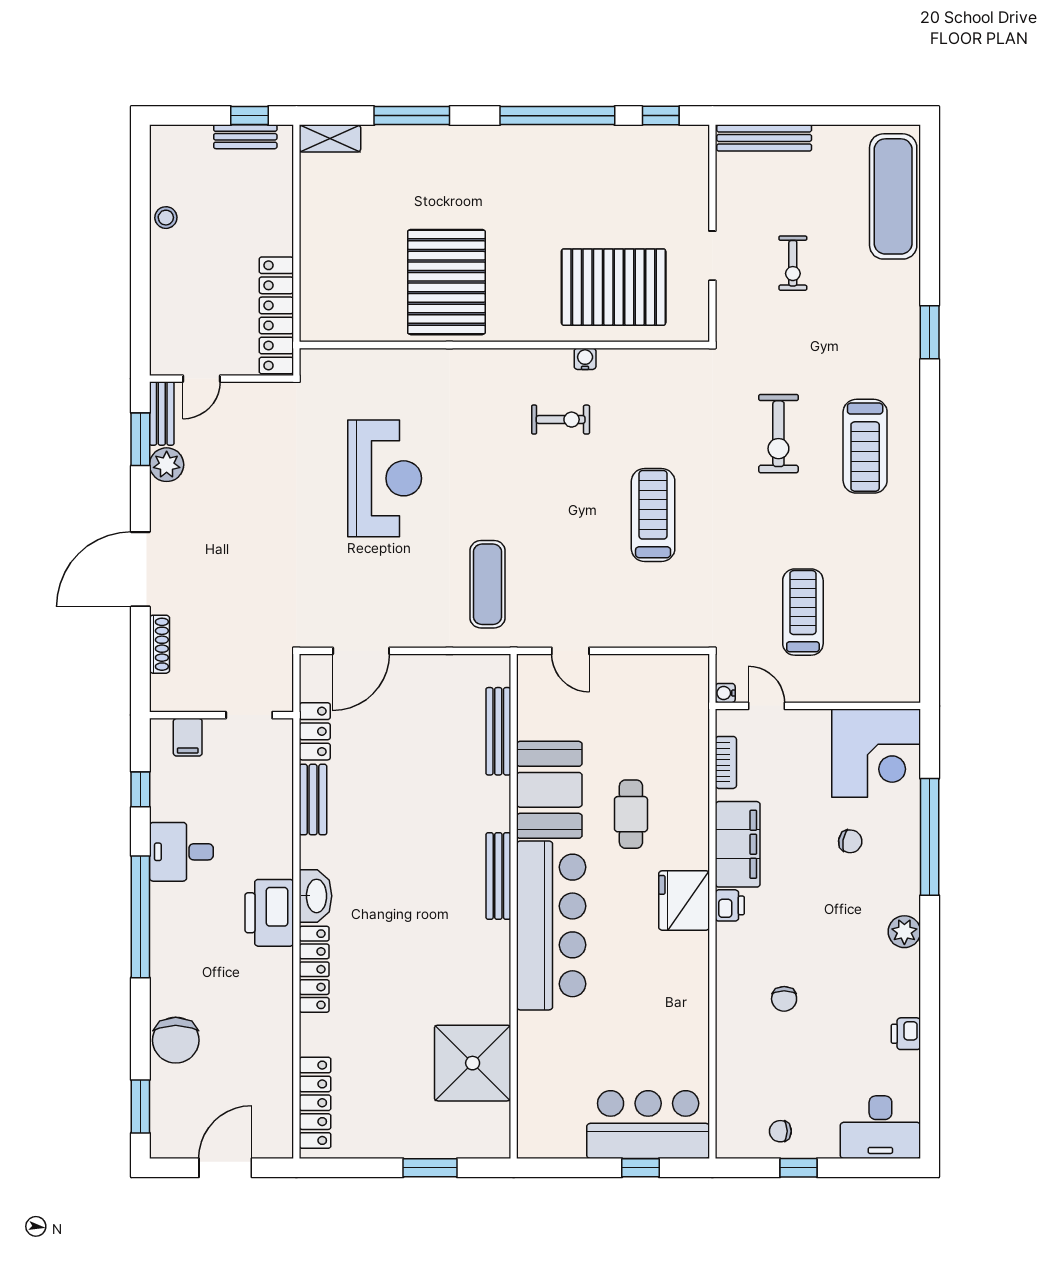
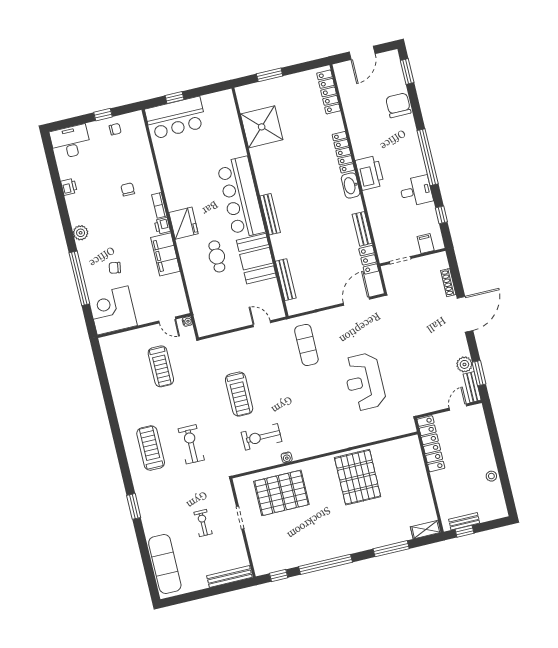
exercise bike: (561, 420) -> (262, 437), moved, width x1.38, depth x1.39
bookcase: (726, 762) -> (159, 205), moved

